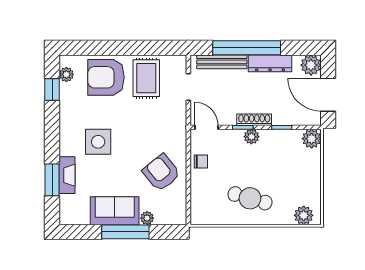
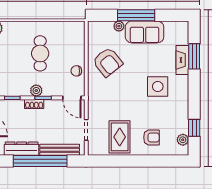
armchair: (106, 77) -> (151, 137), width x0.53, depth x0.53
shoe rack: (254, 120) -> (34, 104), width x0.70
cafe table: (250, 198) -> (40, 53), moved, turned 74

